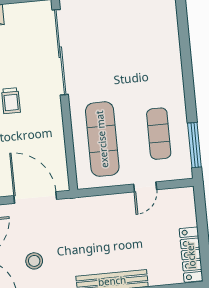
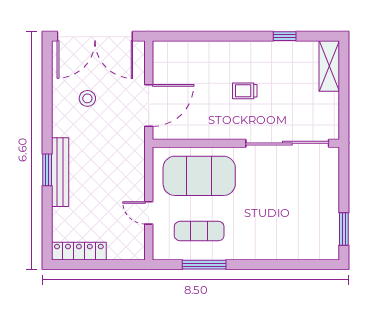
exercise mat: (102, 139) -> (199, 176), width x1.47
window: (194, 145) -> (204, 265), moved

